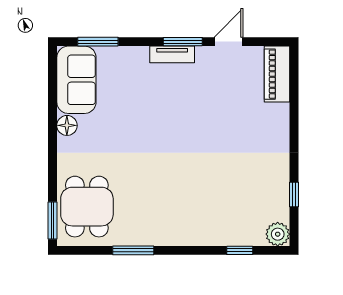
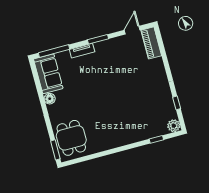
window: (98, 42) -> (54, 51), width x1.44
door: (228, 42) -> (132, 30), moved
tv unit: (172, 54) -> (82, 51), moved
window: (133, 250) -> (101, 154), removed

